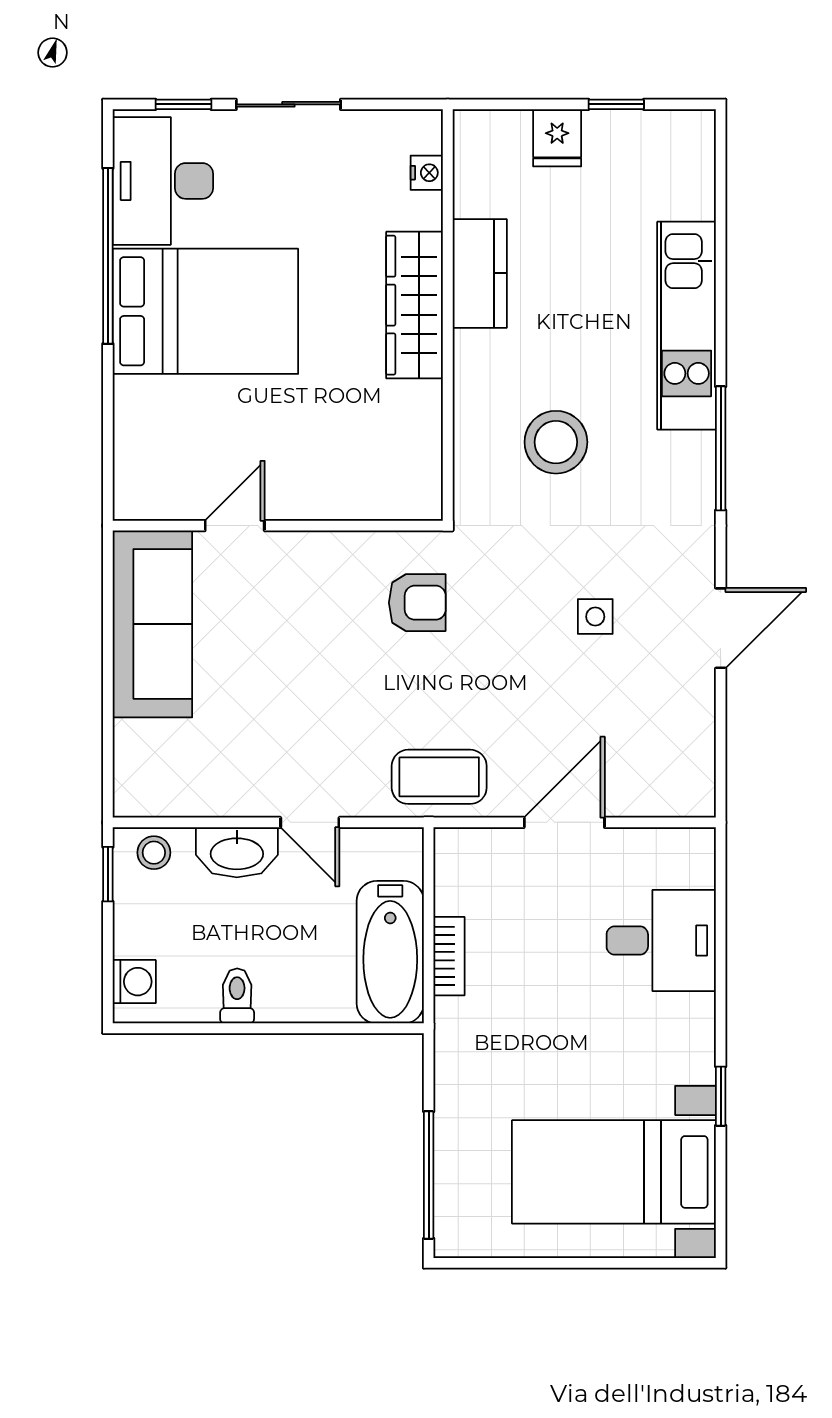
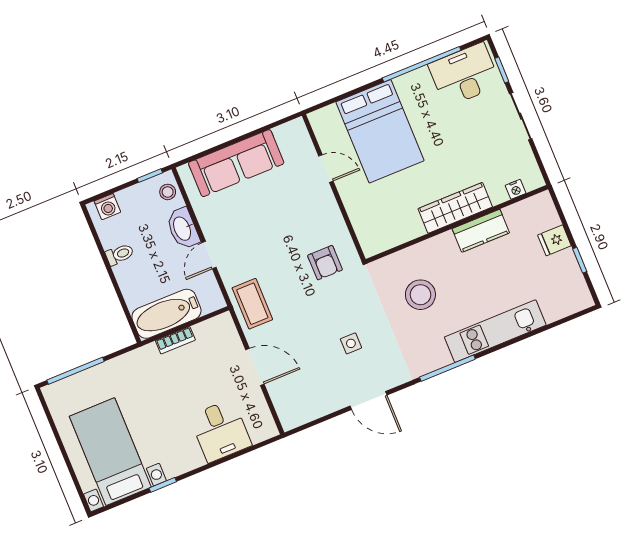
bed: (205, 311) -> (380, 131), moved
sofa: (152, 624) -> (236, 163), moved

